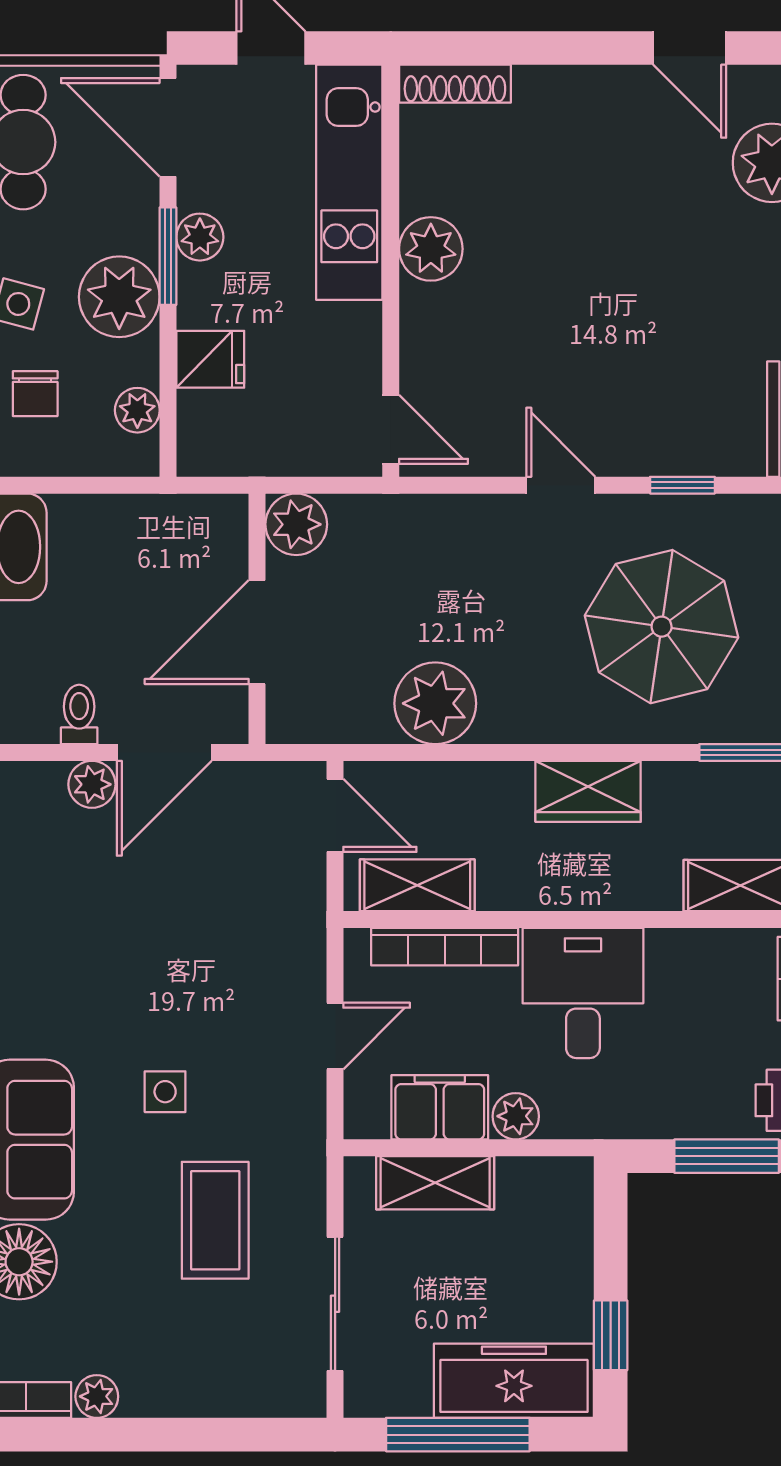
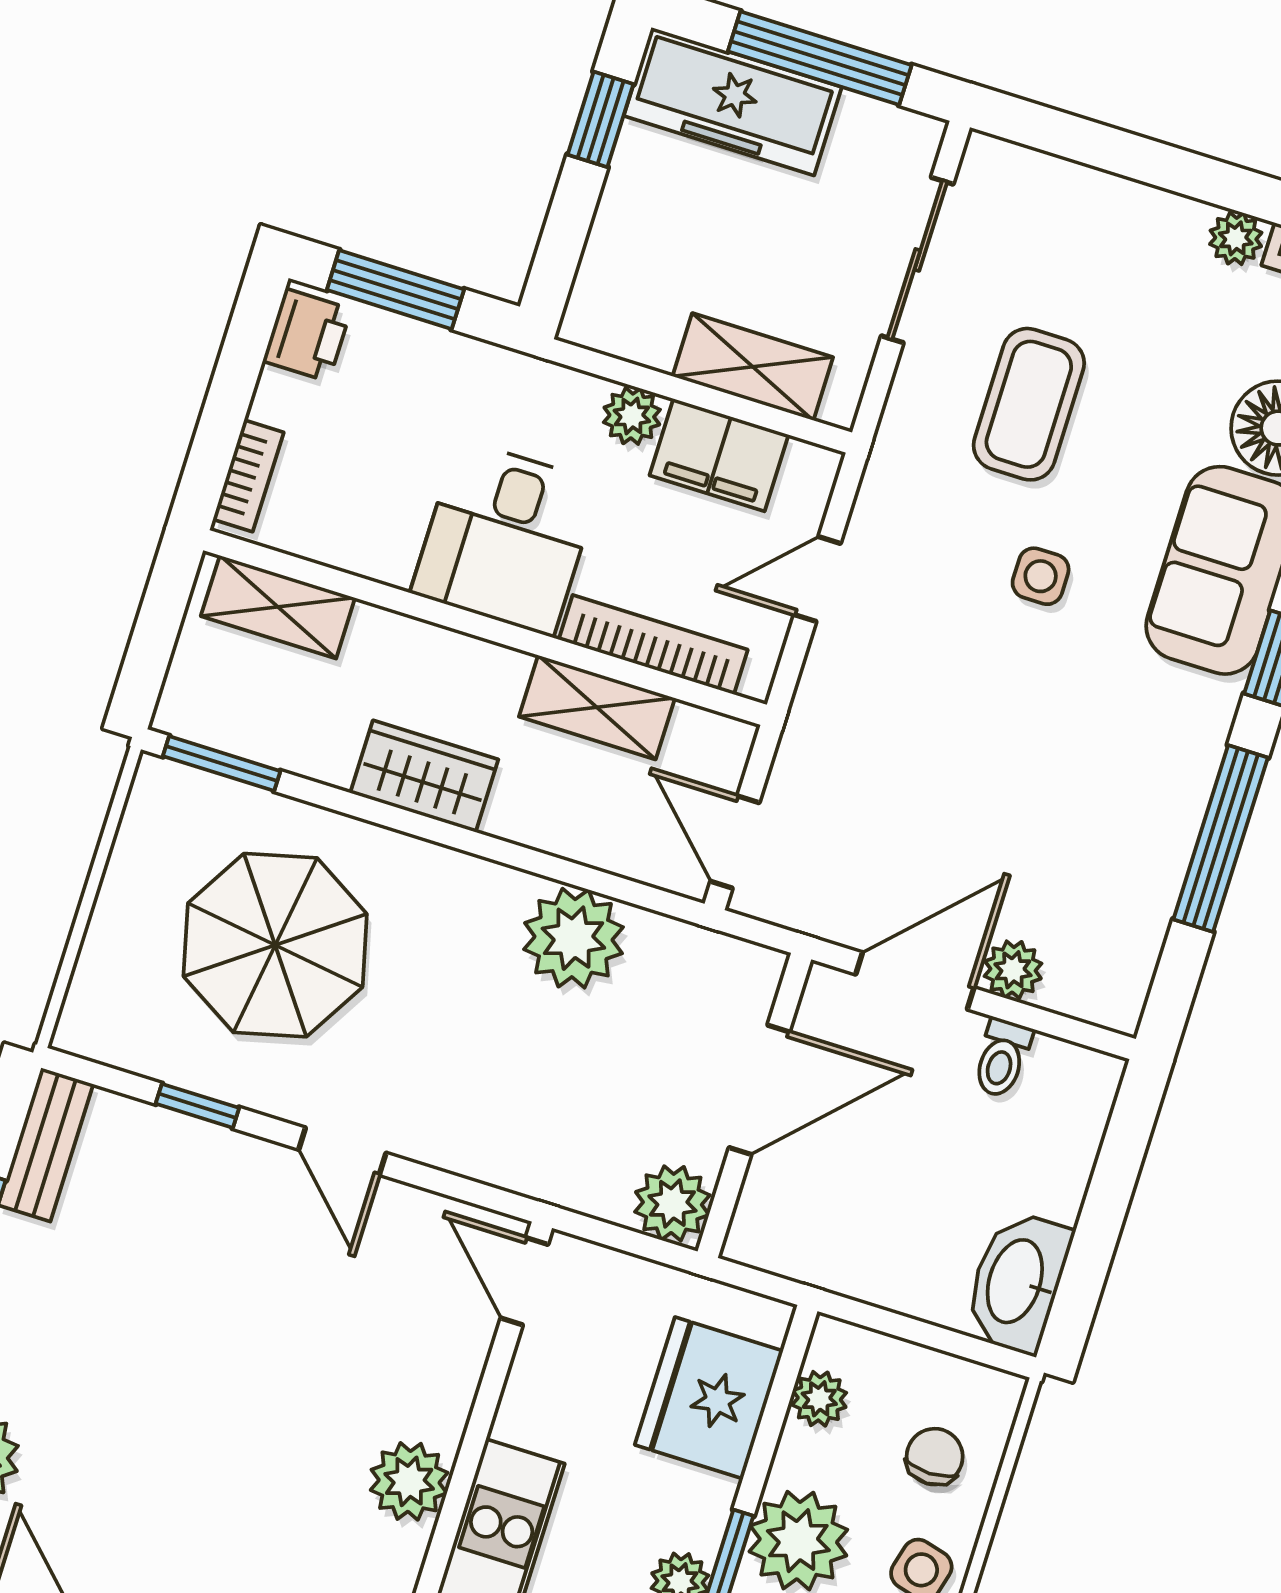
fridge: (210, 359) -> (709, 1398), width x1.88, depth x1.34
shelving: (417, 885) -> (597, 707), moved

